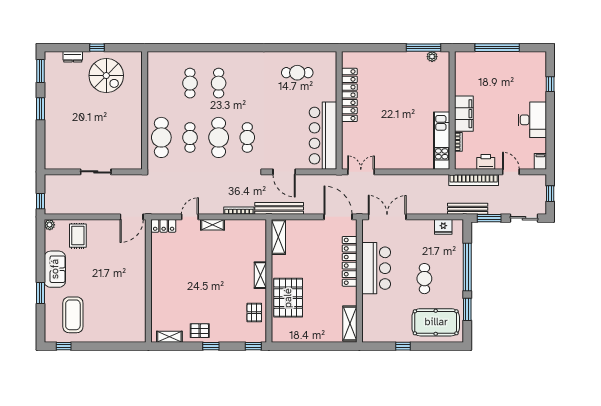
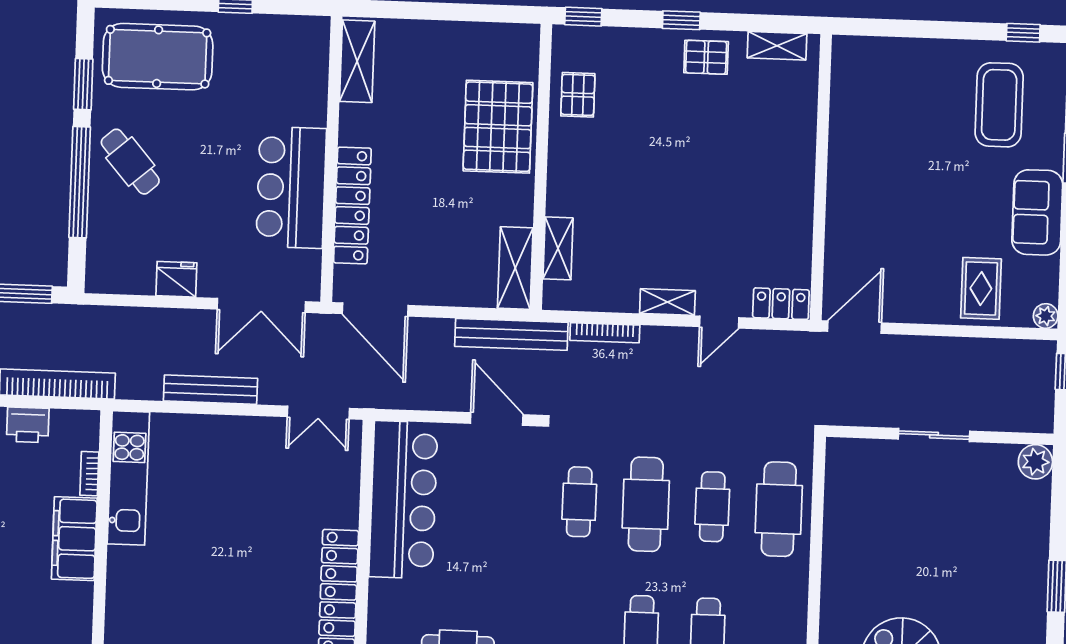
plant: (52, 162) -> (1035, 462), added
bench: (468, 209) -> (210, 390), moved
fridge: (443, 227) -> (176, 279), moved
shelving: (260, 275) -> (558, 248), moved
cafe table: (424, 279) -> (130, 162), moved, turned -41

